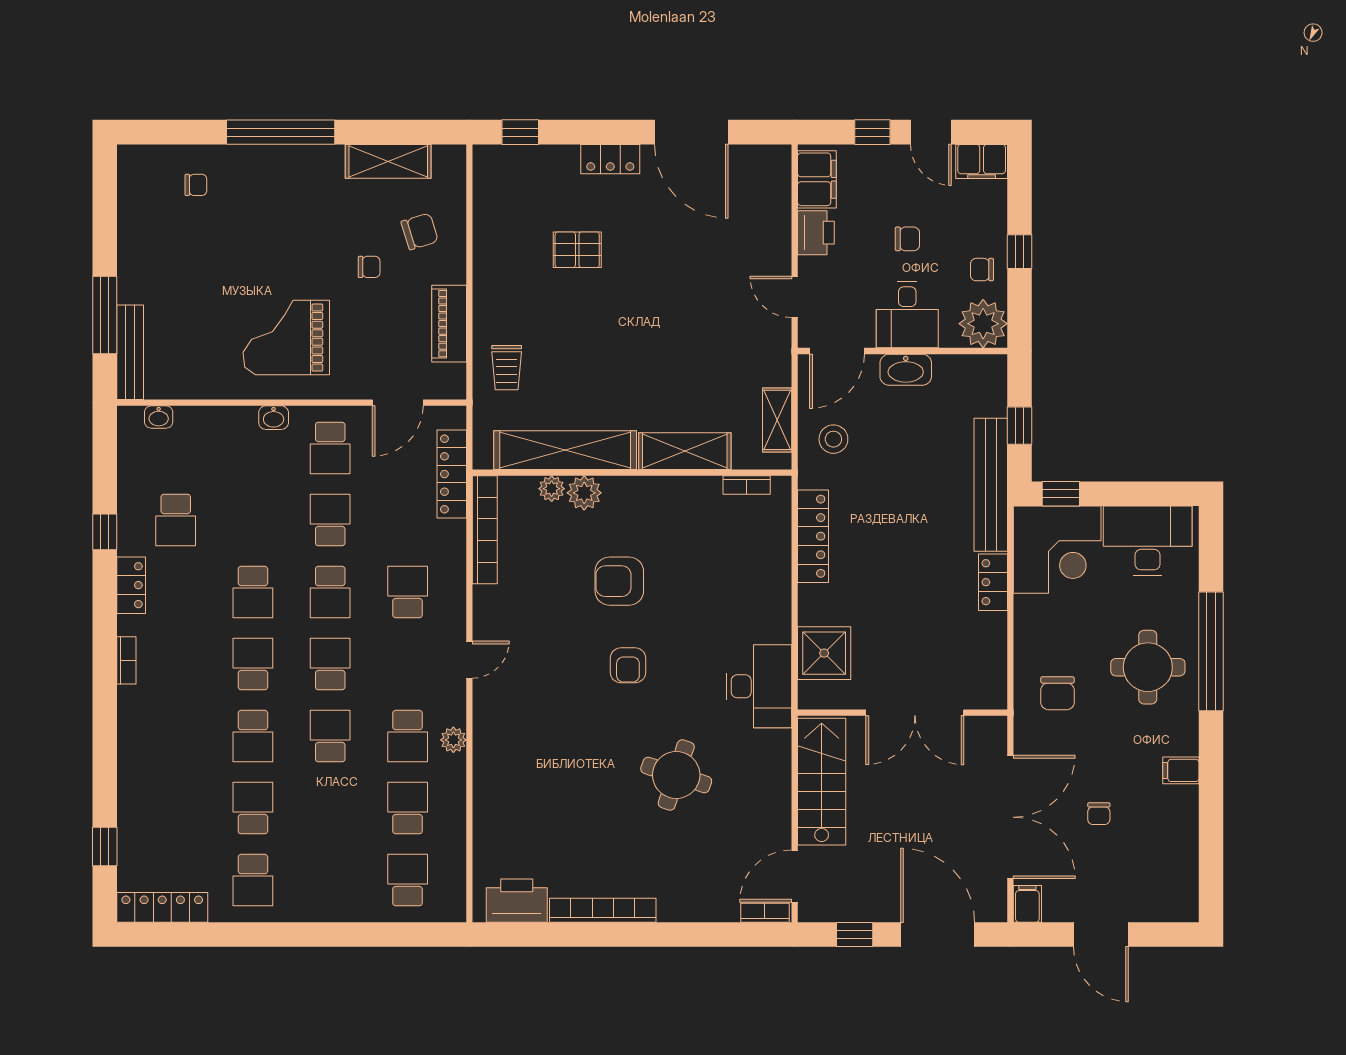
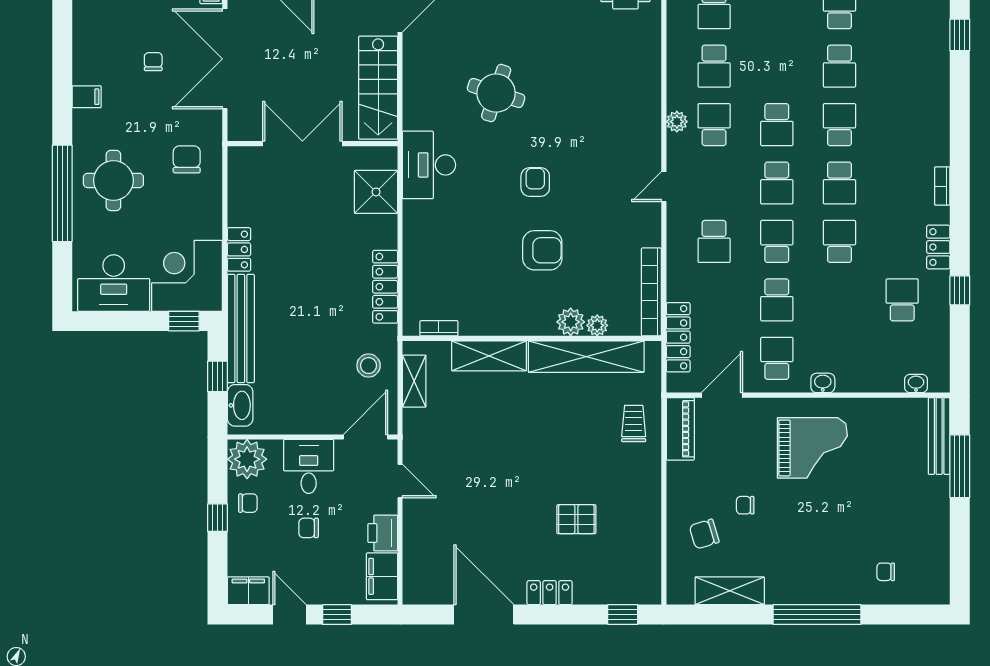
piano: (449, 324) -> (680, 429), moved
washbasin: (906, 370) -> (240, 405), moved, turned 90

